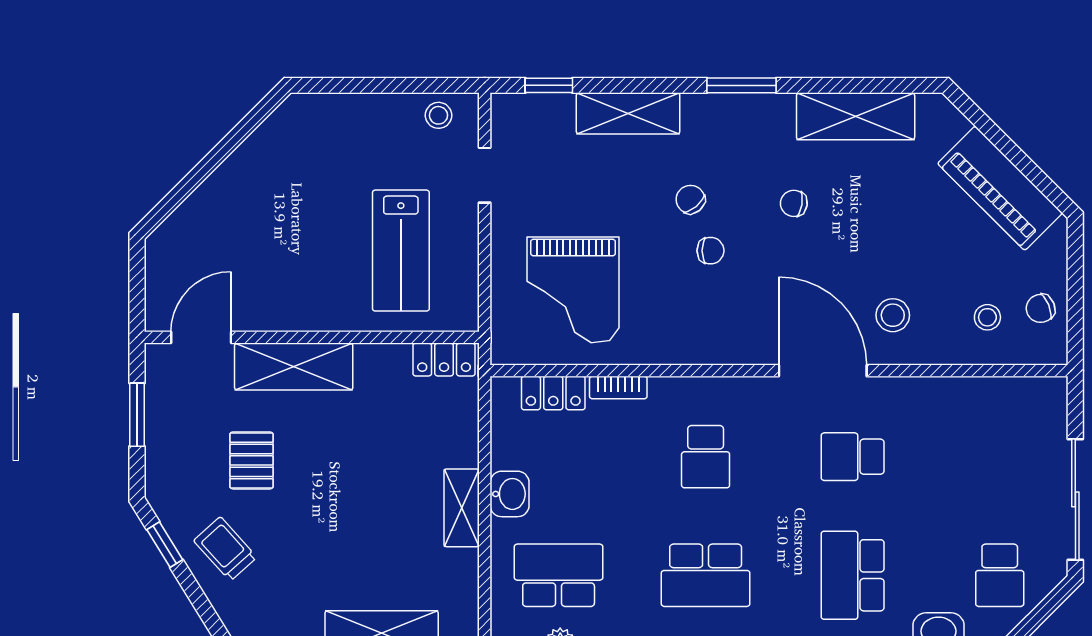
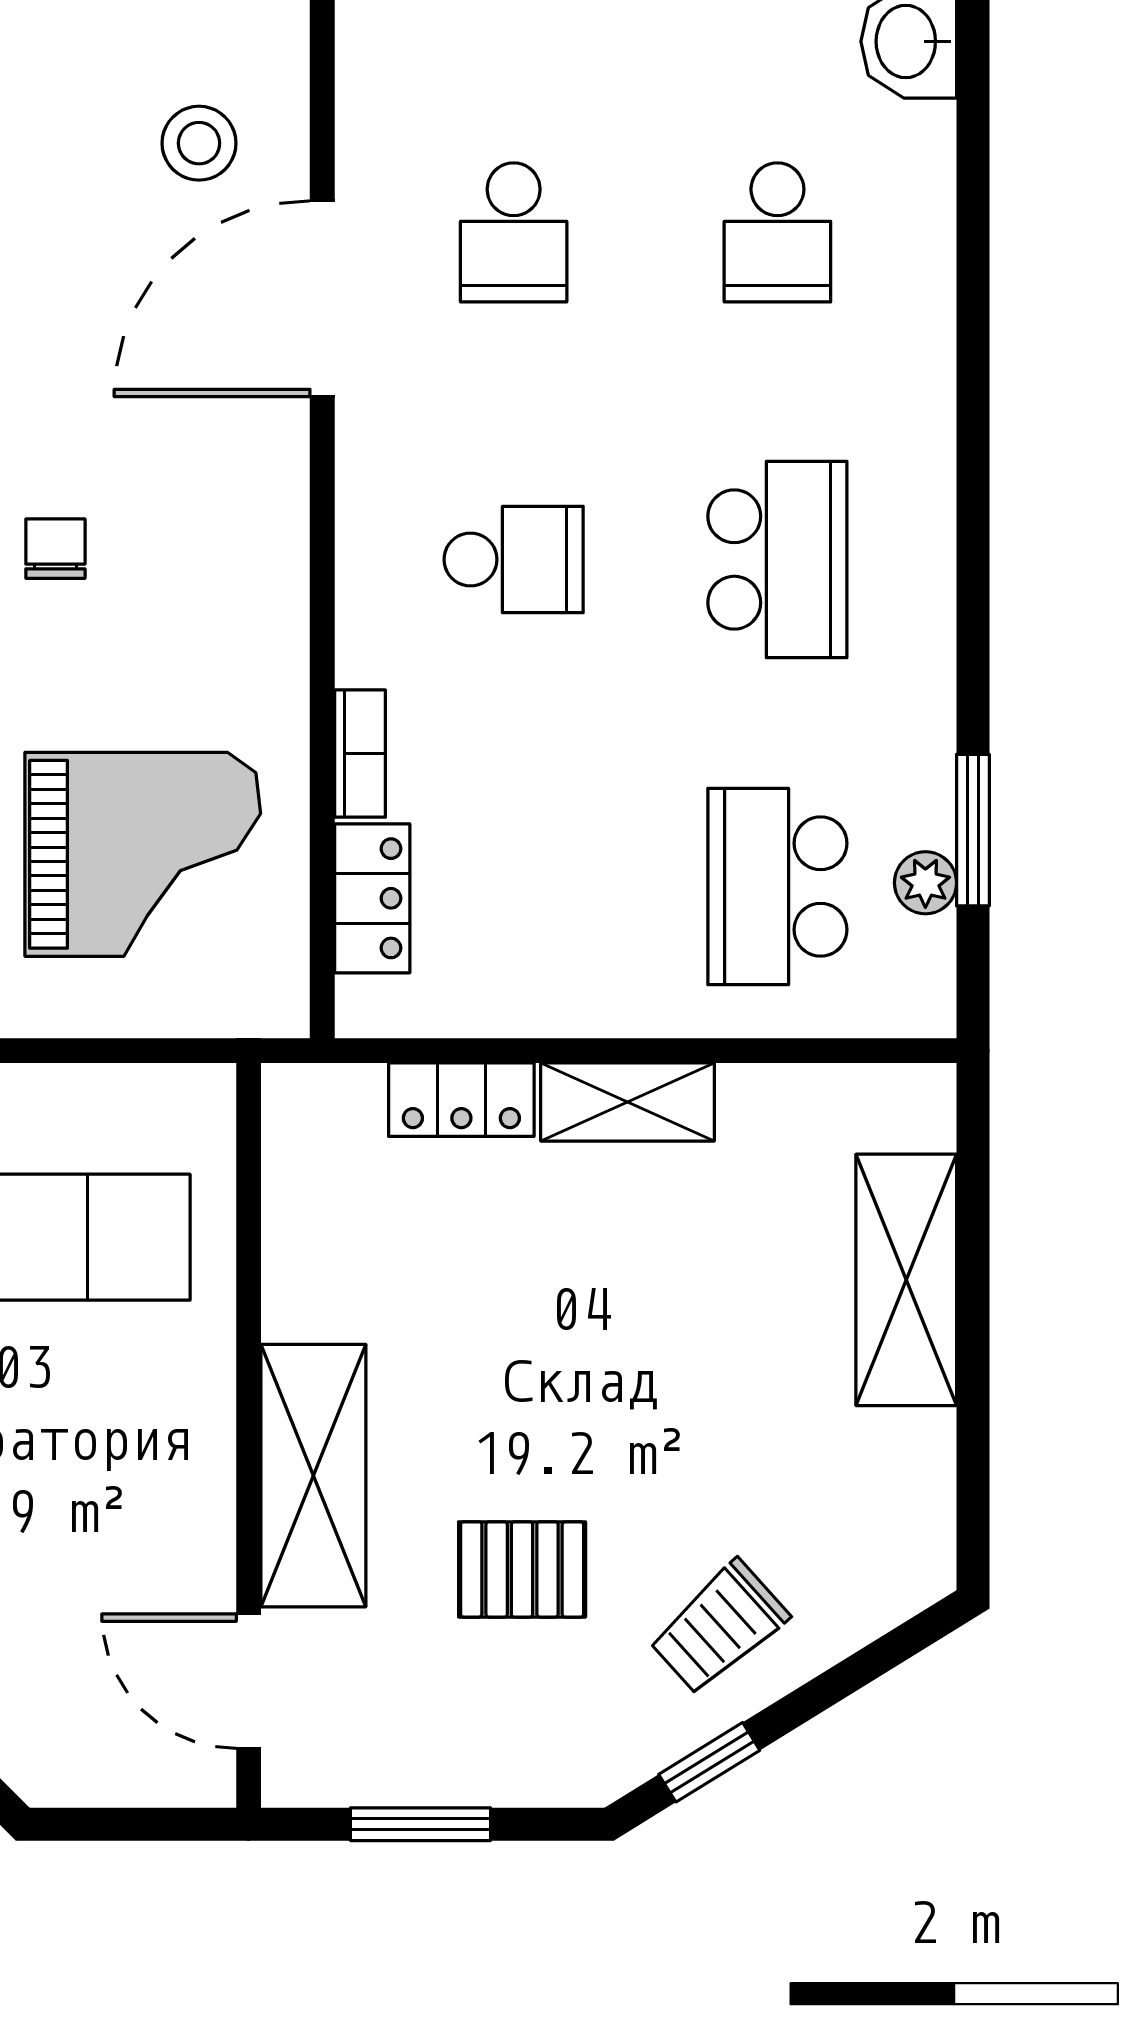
locker: (444, 360) -> (461, 1100), moved, turned 90
washbasin: (510, 494) -> (597, 995), removed
school desk: (853, 575) -> (777, 232), width x0.54

